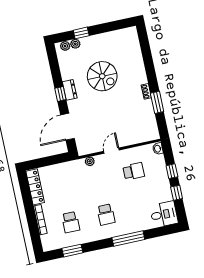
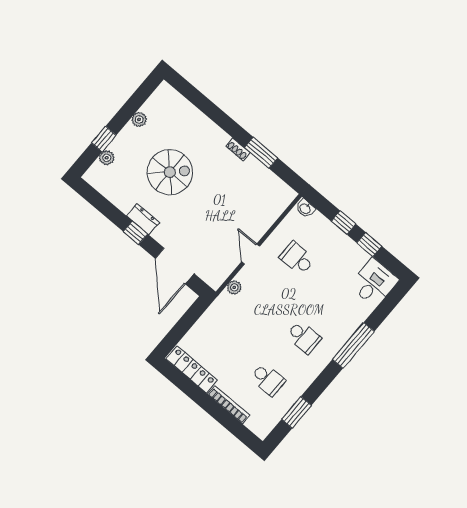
plant: (65, 46) -> (139, 119), moved
school desk: (134, 171) -> (297, 259), turned -90

